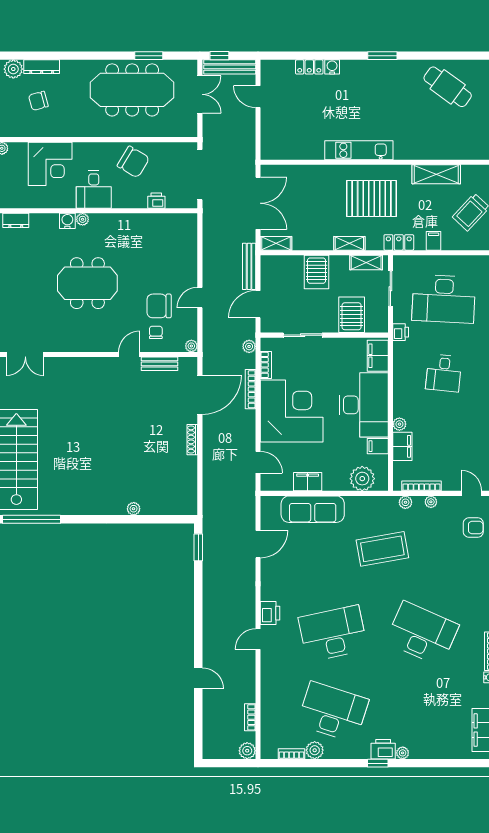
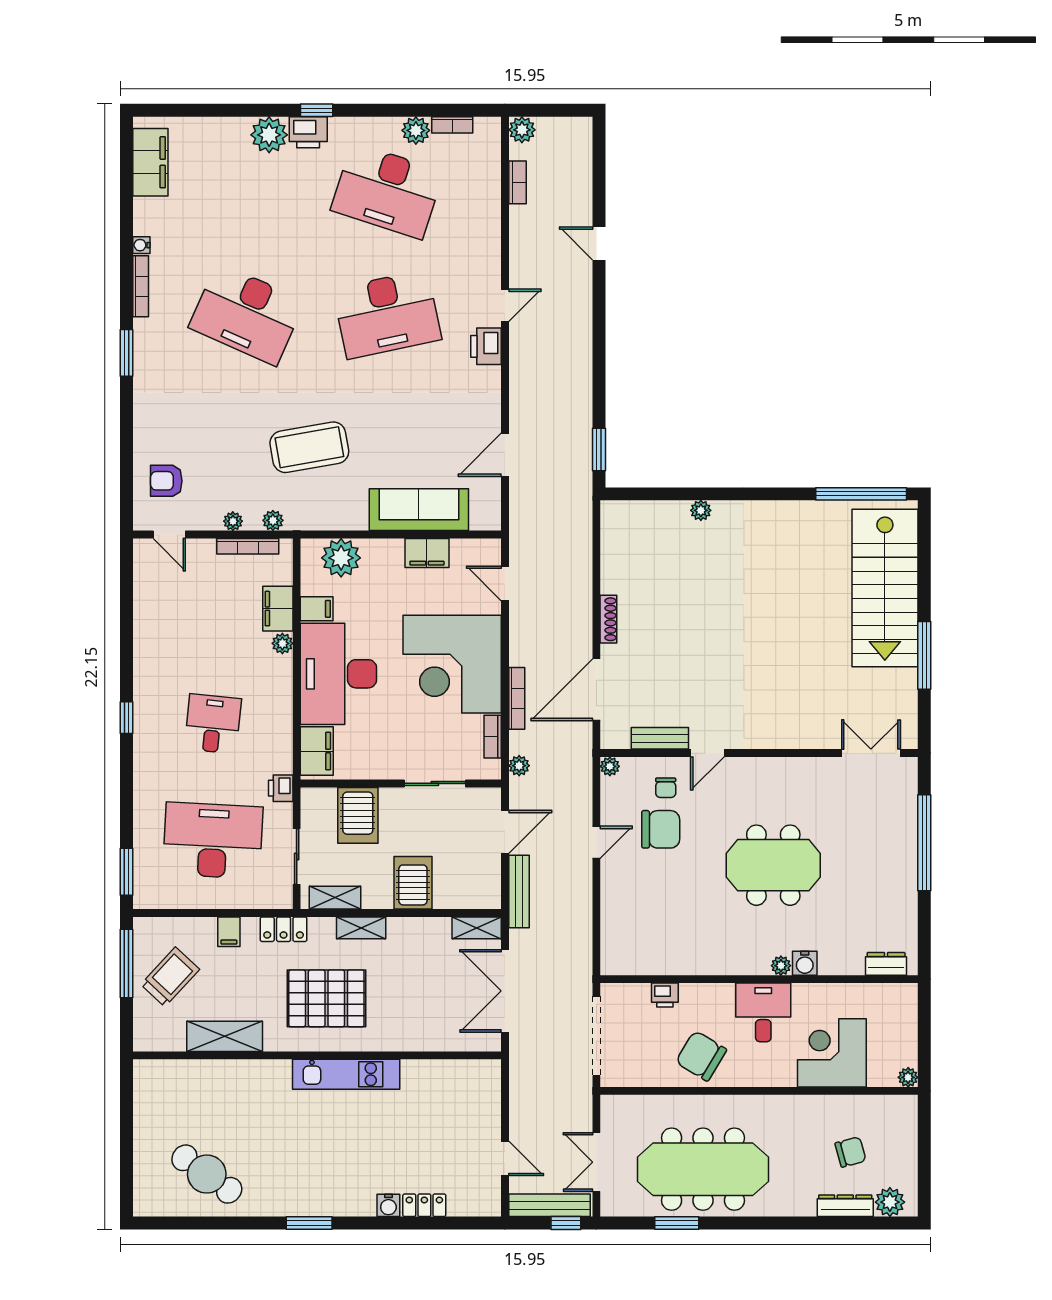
plant: (403, 753) -> (269, 135), width x1.88, depth x1.88

